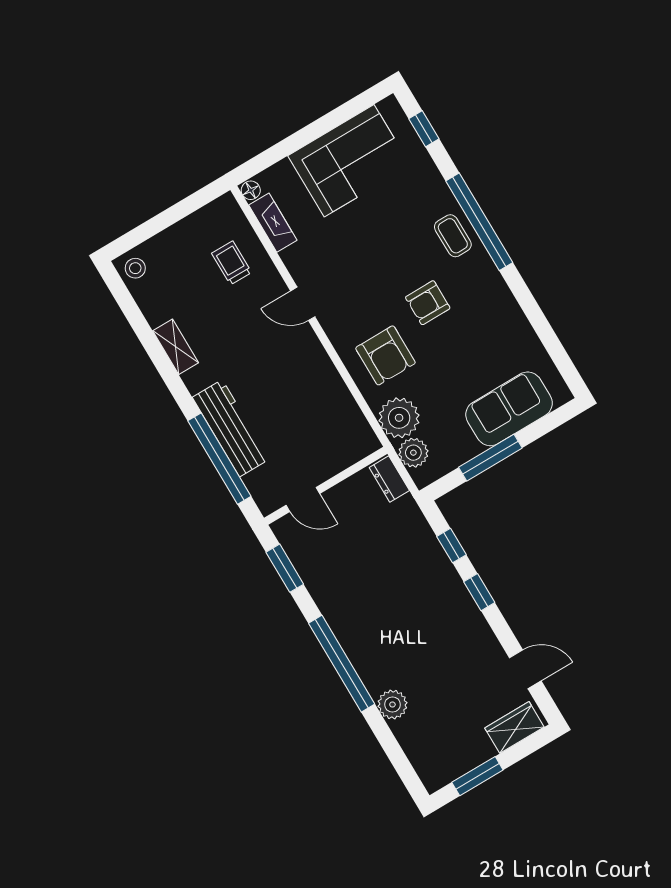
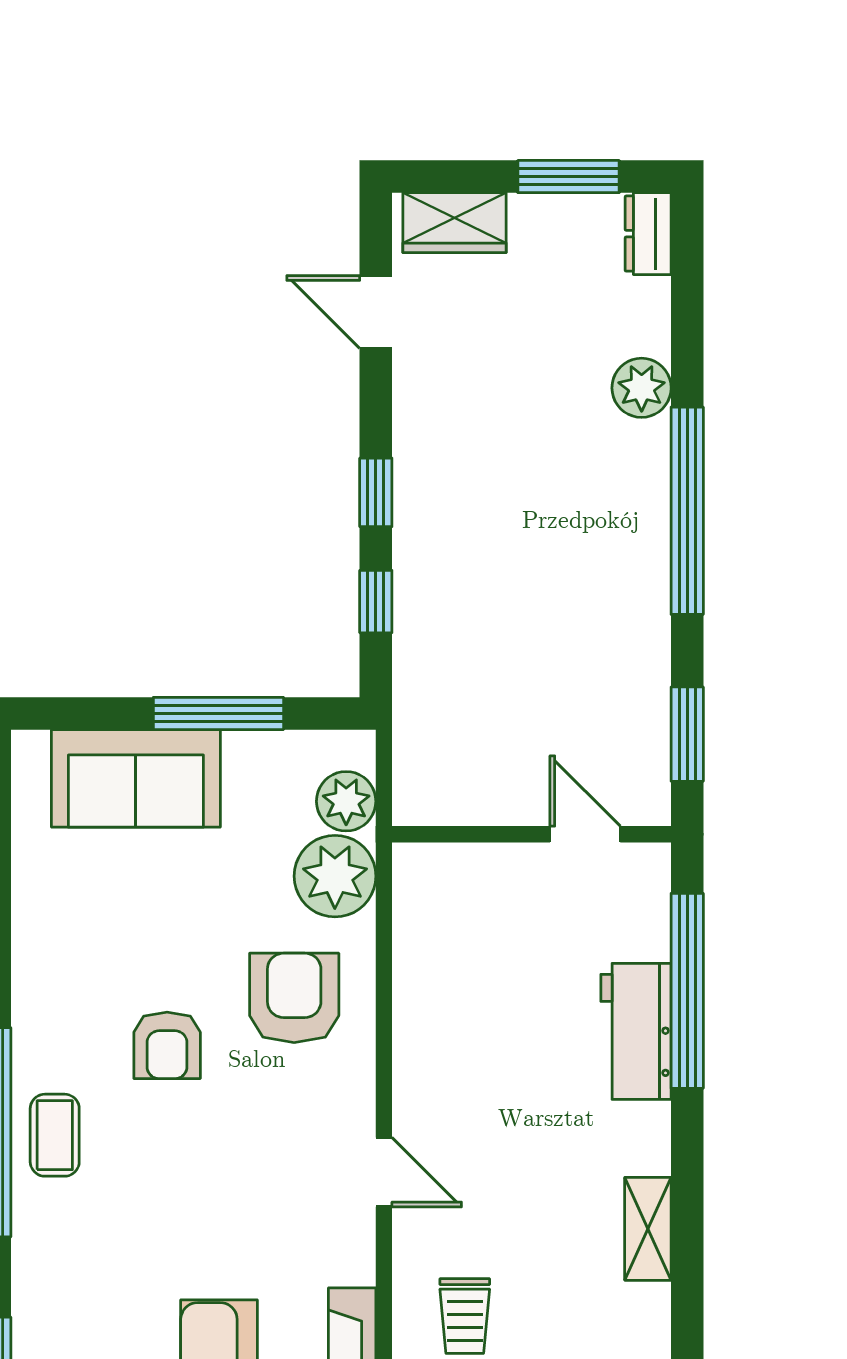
armchair: (428, 303) -> (167, 1045), turned 90
workbench: (231, 428) -> (636, 1031), width x0.73
dresser: (389, 479) -> (648, 234), moved, turned 180

